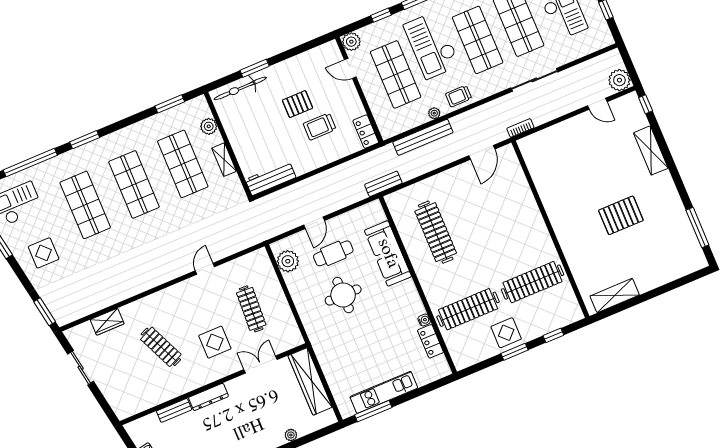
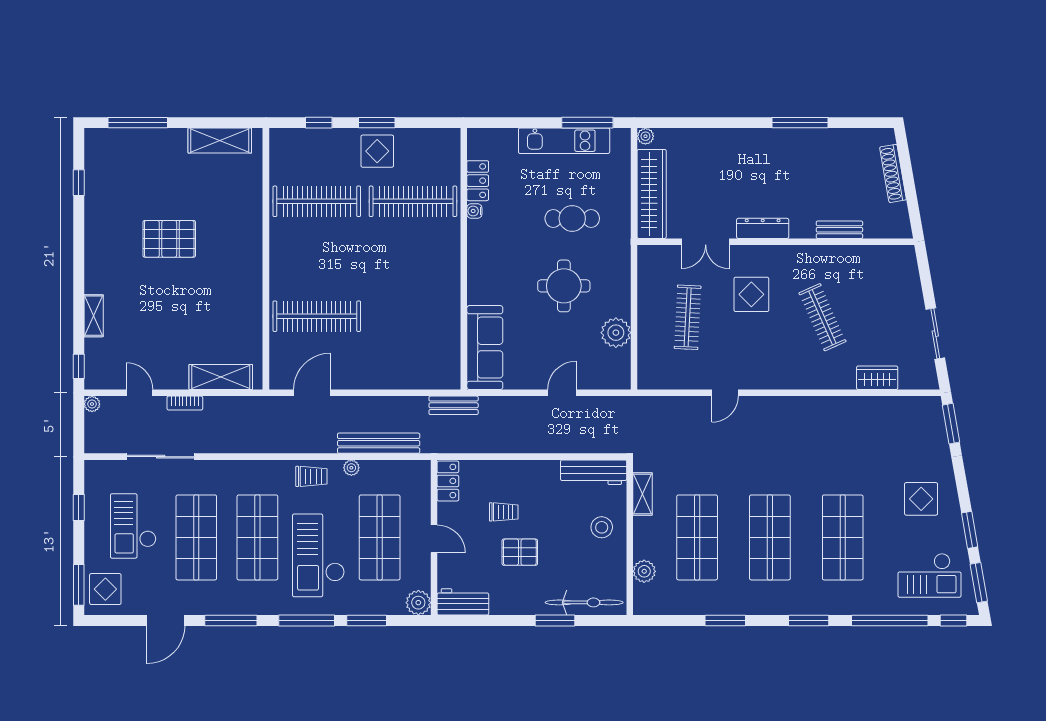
window: (381, 15) -> (367, 620), width x1.50
checkout: (432, 45) -> (318, 555), turned 180
workbench: (322, 55) -> (463, 602), added
door: (350, 68) -> (434, 539), moved
sliding door: (534, 80) -> (161, 457), moved
plant: (619, 80) -> (92, 404), width x0.53, depth x0.53
window: (170, 104) -> (725, 620), moved
trolley: (320, 127) -> (504, 512), width x0.73, depth x0.72
bookcase: (520, 128) -> (185, 403), moved
shelving: (547, 137) -> (221, 377), added
stool: (250, 144) -> (602, 527), added
shelving: (651, 150) -> (94, 316), width x0.67, depth x0.75
shelving: (224, 160) -> (643, 494), moved
window: (697, 227) -> (79, 183), width x0.46
clothes rail: (436, 232) -> (317, 316), moved, turned 90
cafe table: (333, 253) -> (572, 218), moved
sofa: (388, 253) -> (485, 348), moved
plant: (288, 261) -> (616, 333), moved
window: (675, 284) -> (138, 123), added
dresser: (208, 397) -> (763, 228), moved
plant: (291, 435) -> (645, 136), moved

